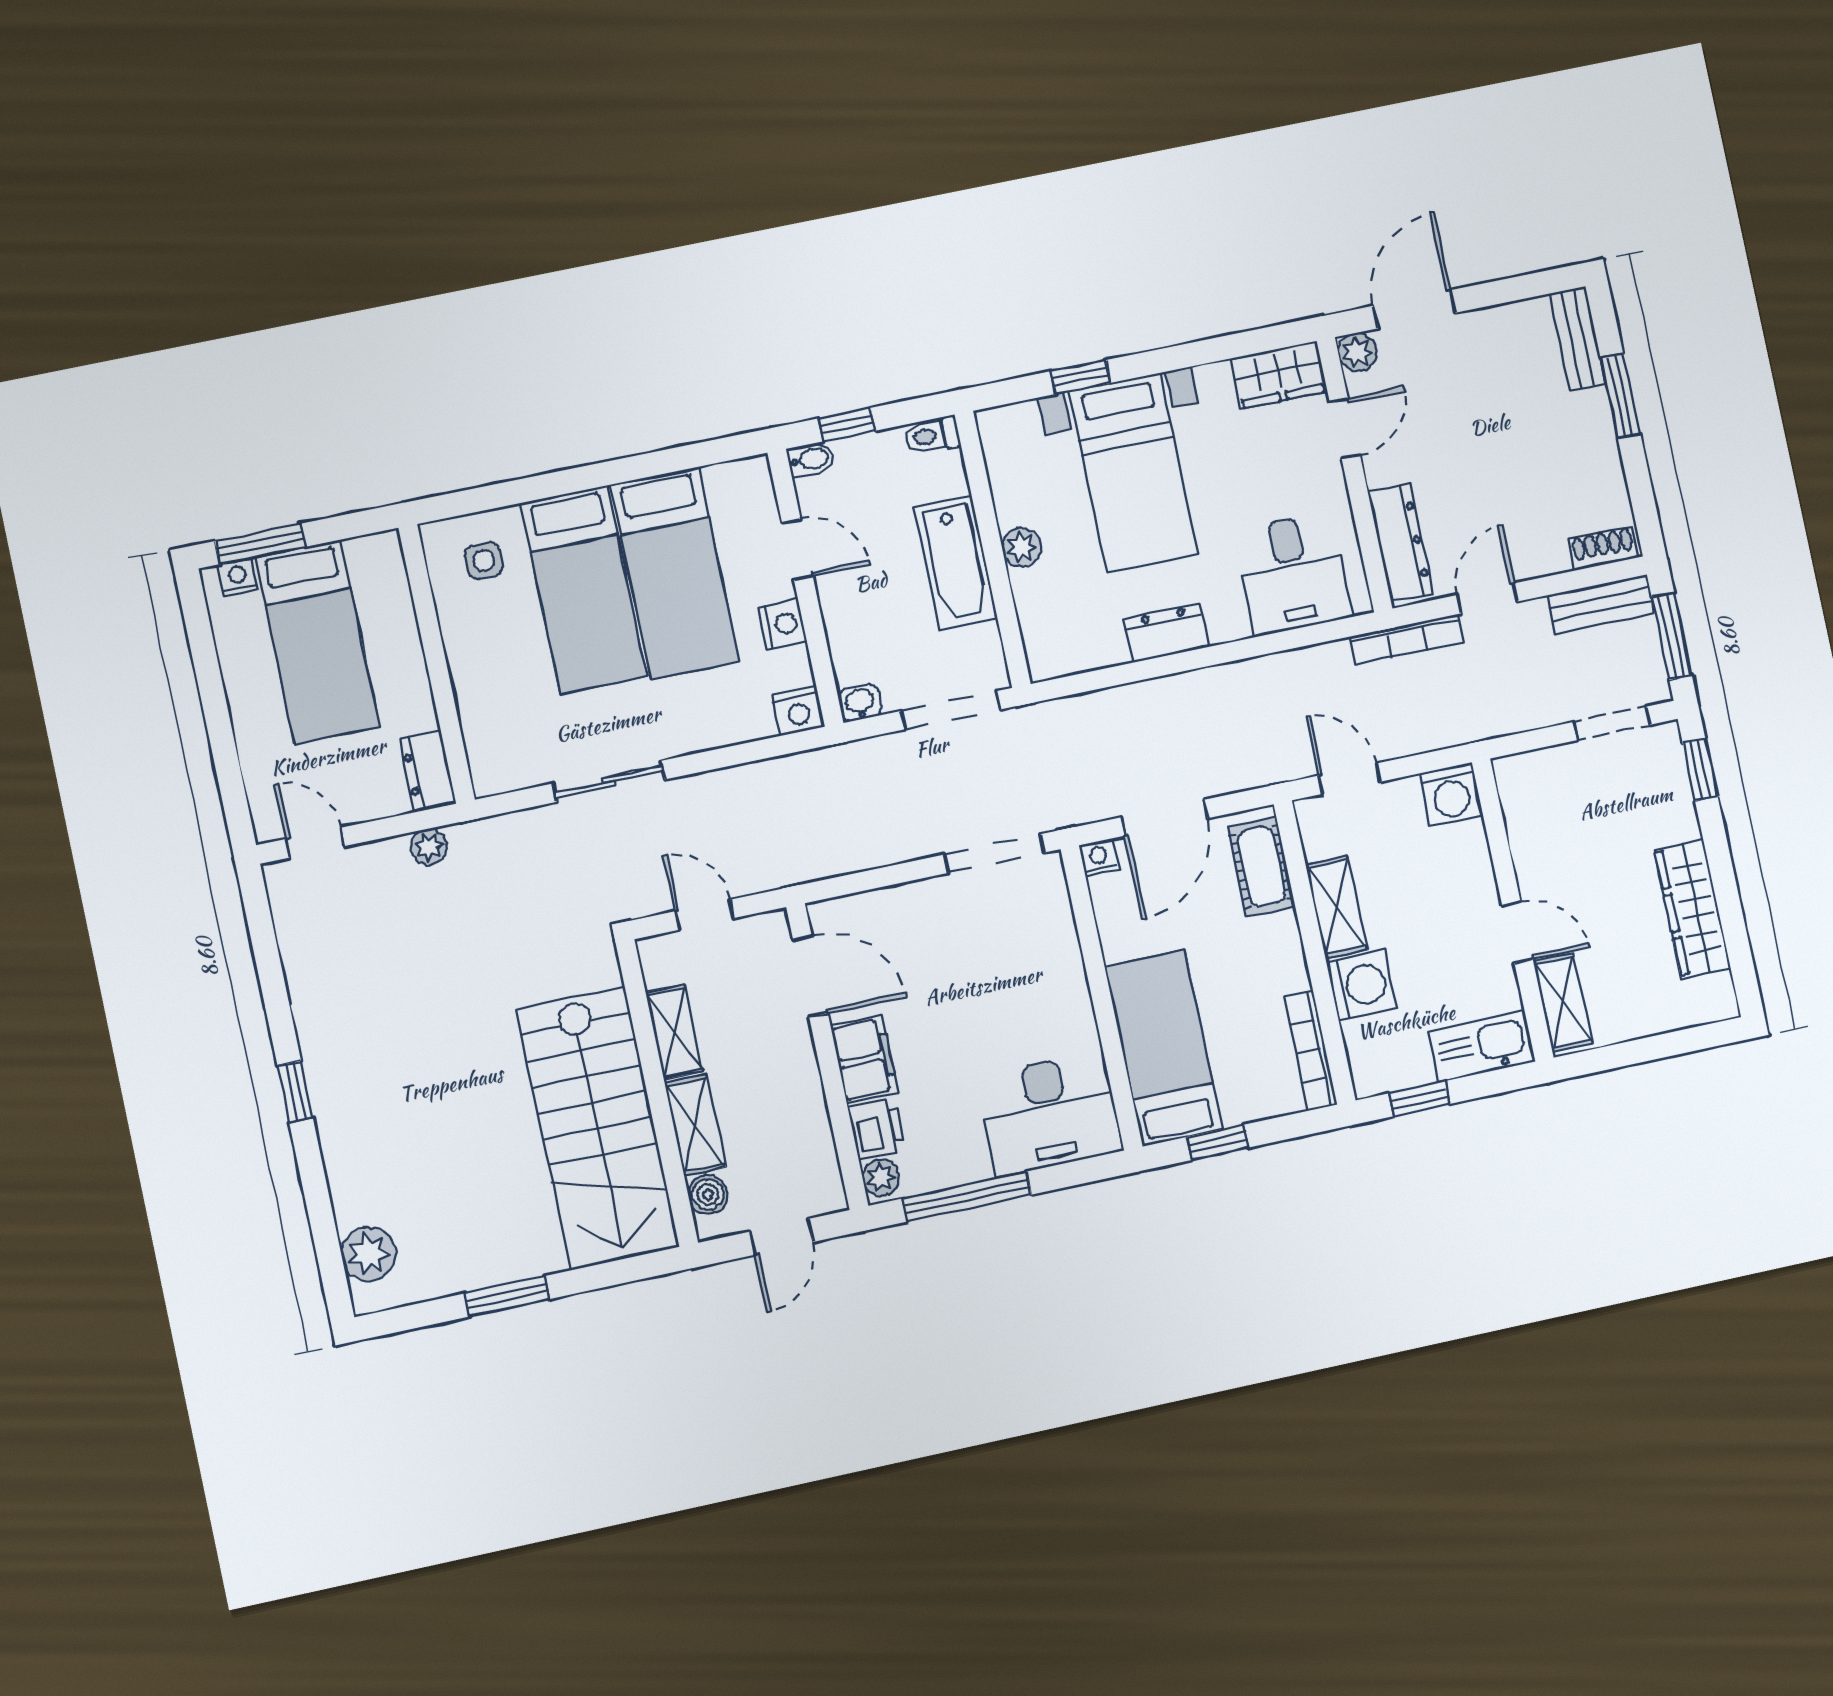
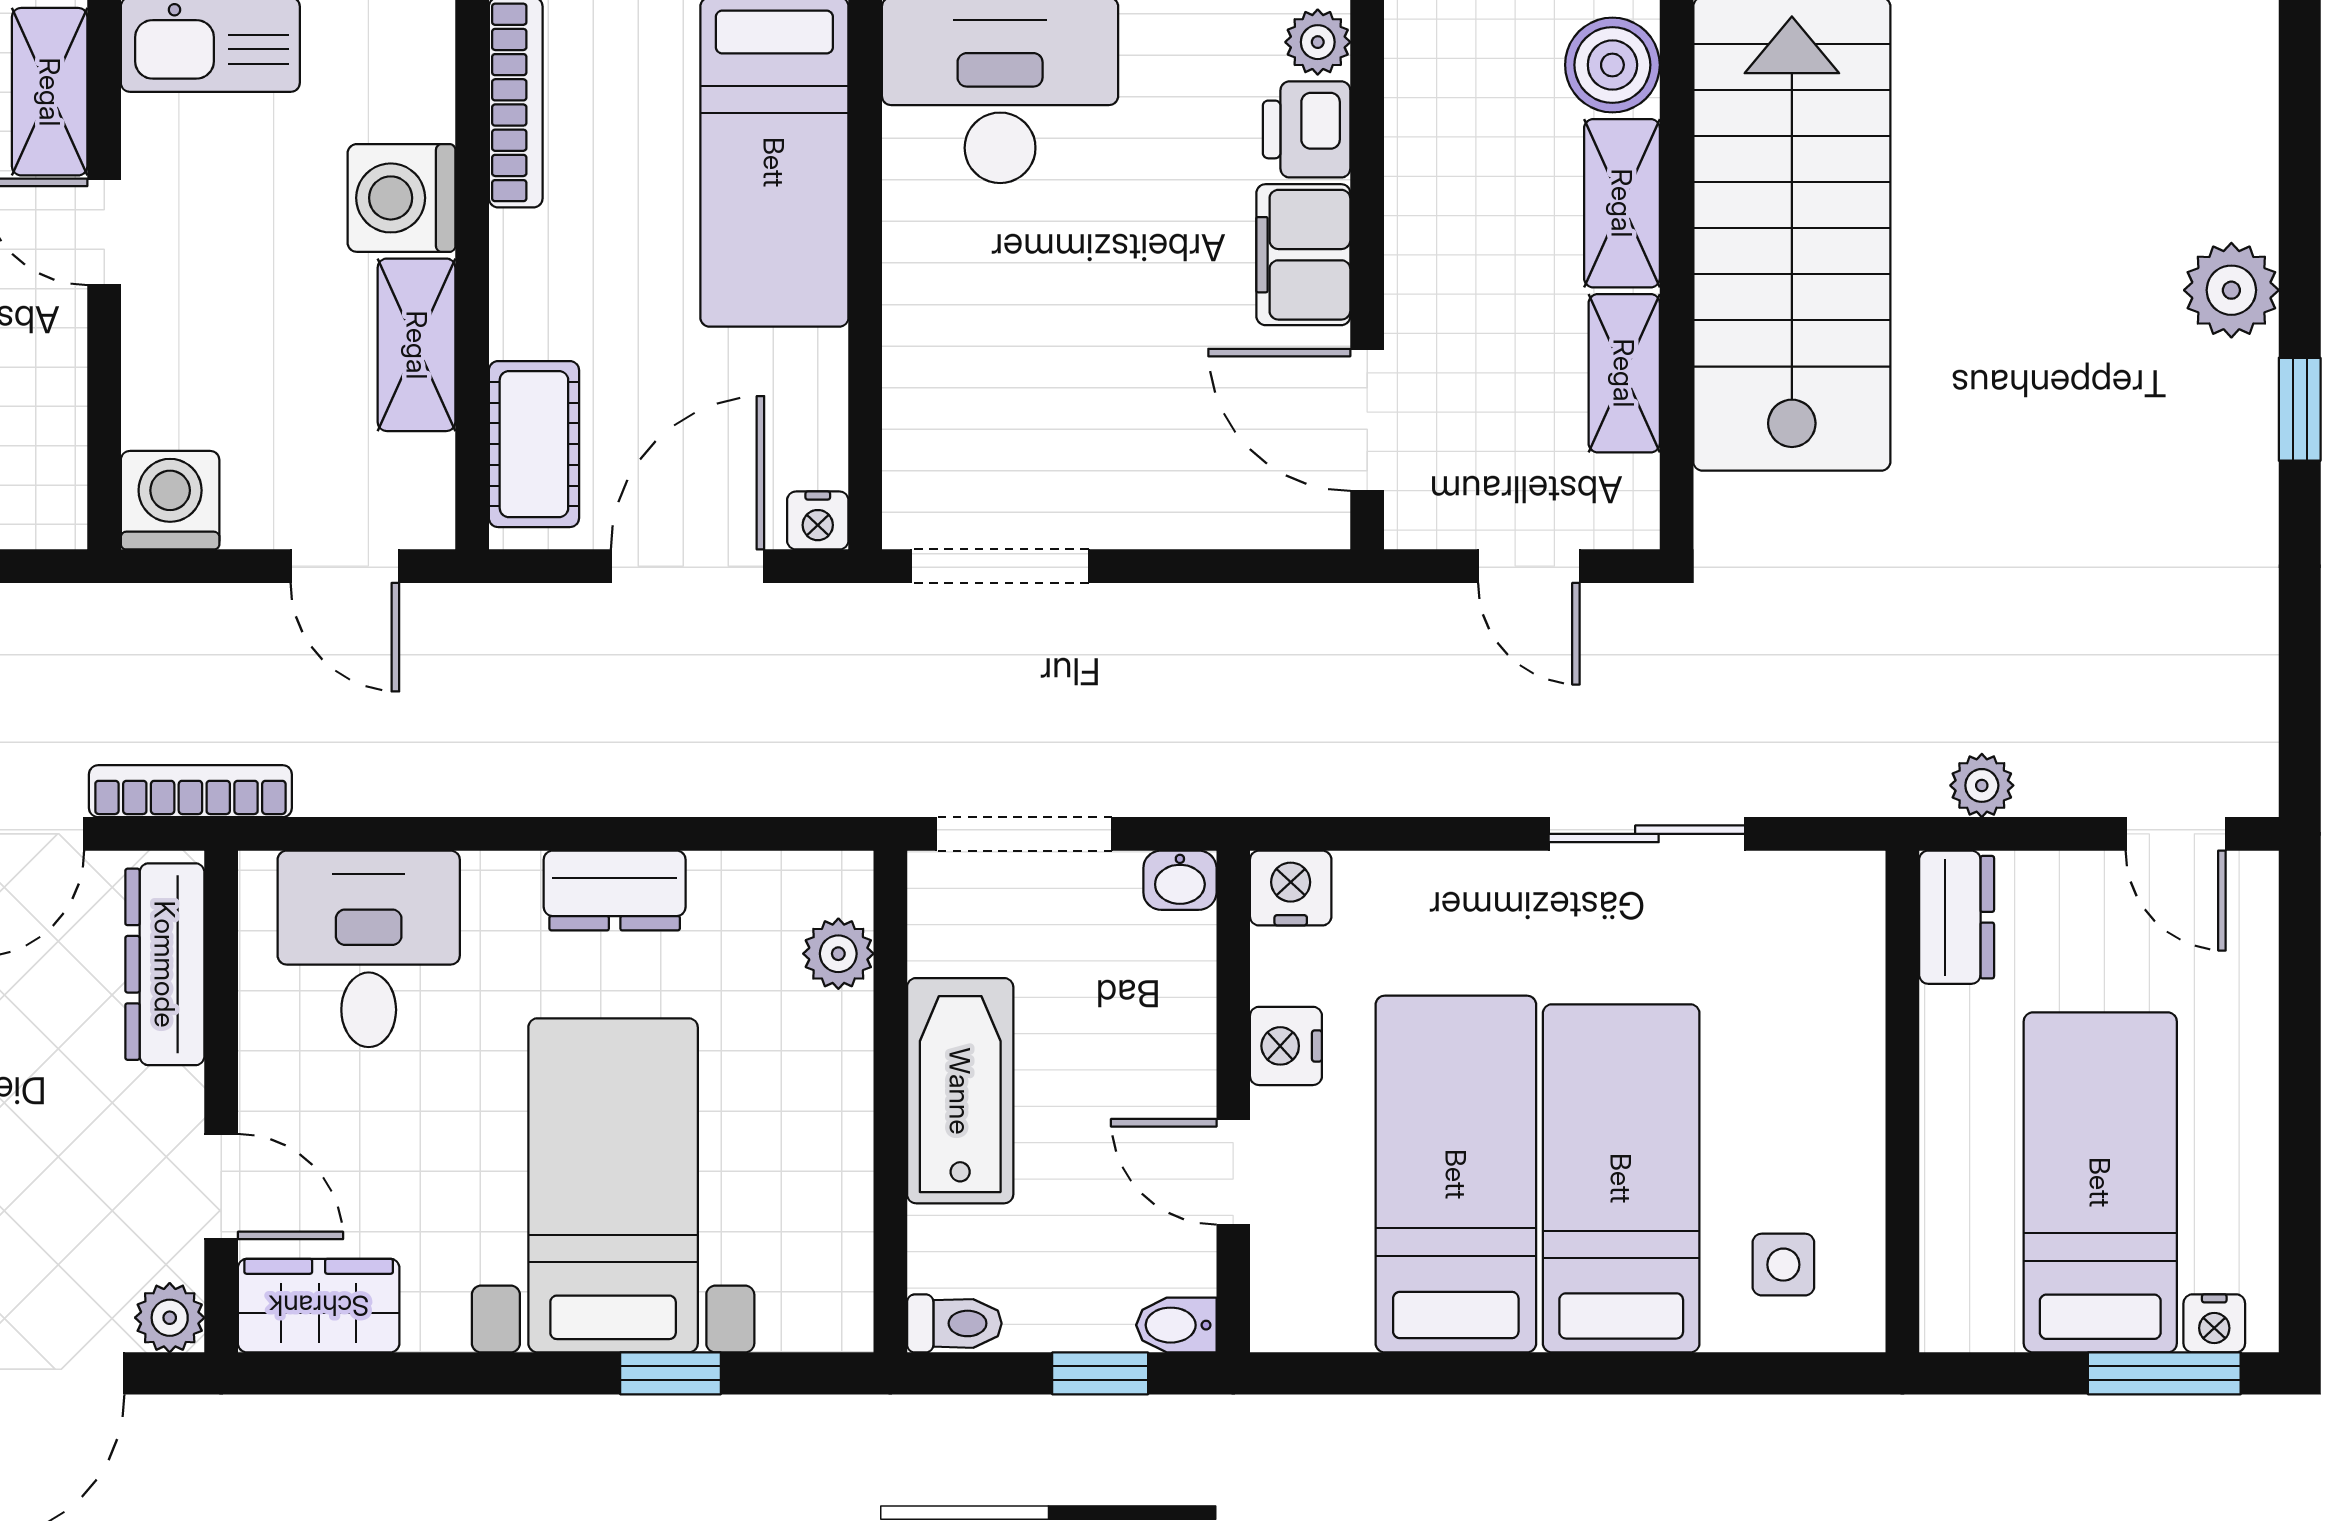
door: (1345, 429) -> (221, 1187), swing flipped
plant: (1022, 547) -> (838, 954), moved
boiler: (708, 1195) -> (1612, 65), width x1.36, depth x1.36
plant: (369, 1254) -> (2231, 290), moved

